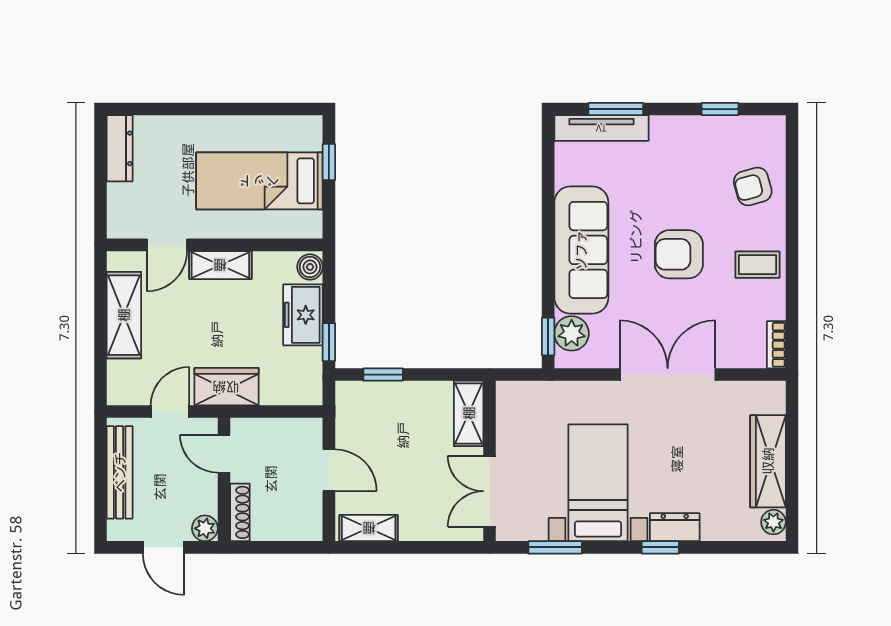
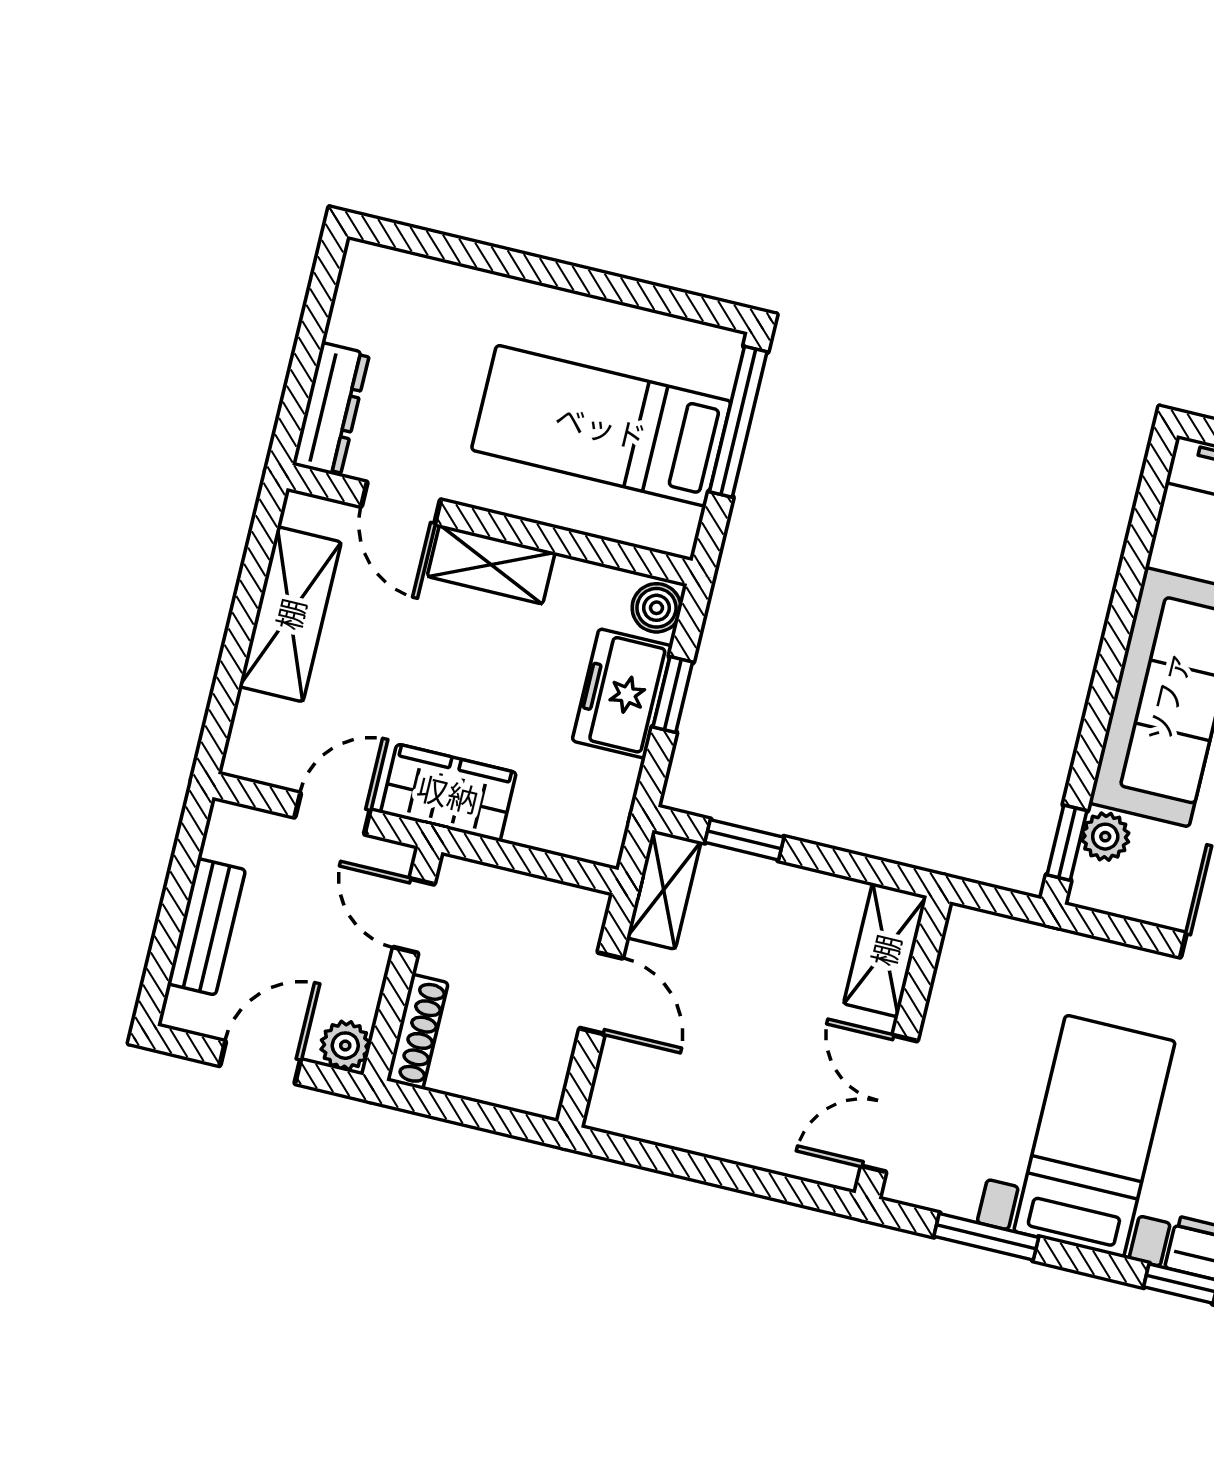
dresser: (120, 148) -> (331, 409), moved
window: (329, 162) -> (738, 422), width x2.17
door: (167, 245) -> (401, 503), hinge flipped
plant: (572, 333) -> (1105, 837), width x0.73, depth x0.73
window: (329, 342) -> (673, 694), moved
bench: (120, 472) -> (207, 927), width x0.73
shelving: (369, 528) -> (664, 890), moved, turned 90
door: (164, 547) -> (260, 1063), swing flipped

